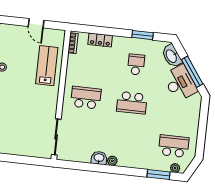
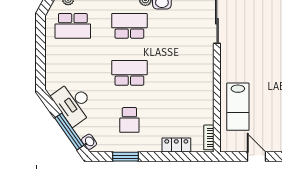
washbasin: (172, 56) -> (89, 142), width x0.52, depth x0.69
window: (192, 72) -> (69, 131), moved
school desk: (86, 98) -> (129, 26), moved, turned 180

